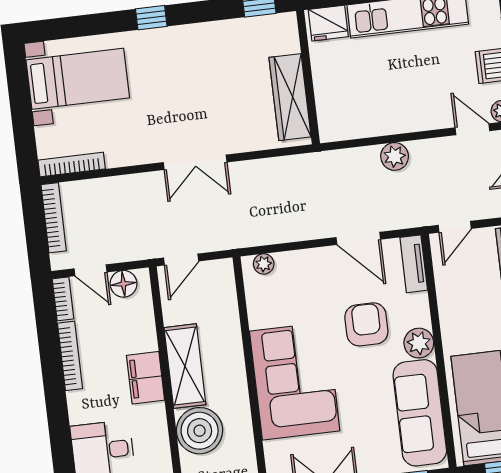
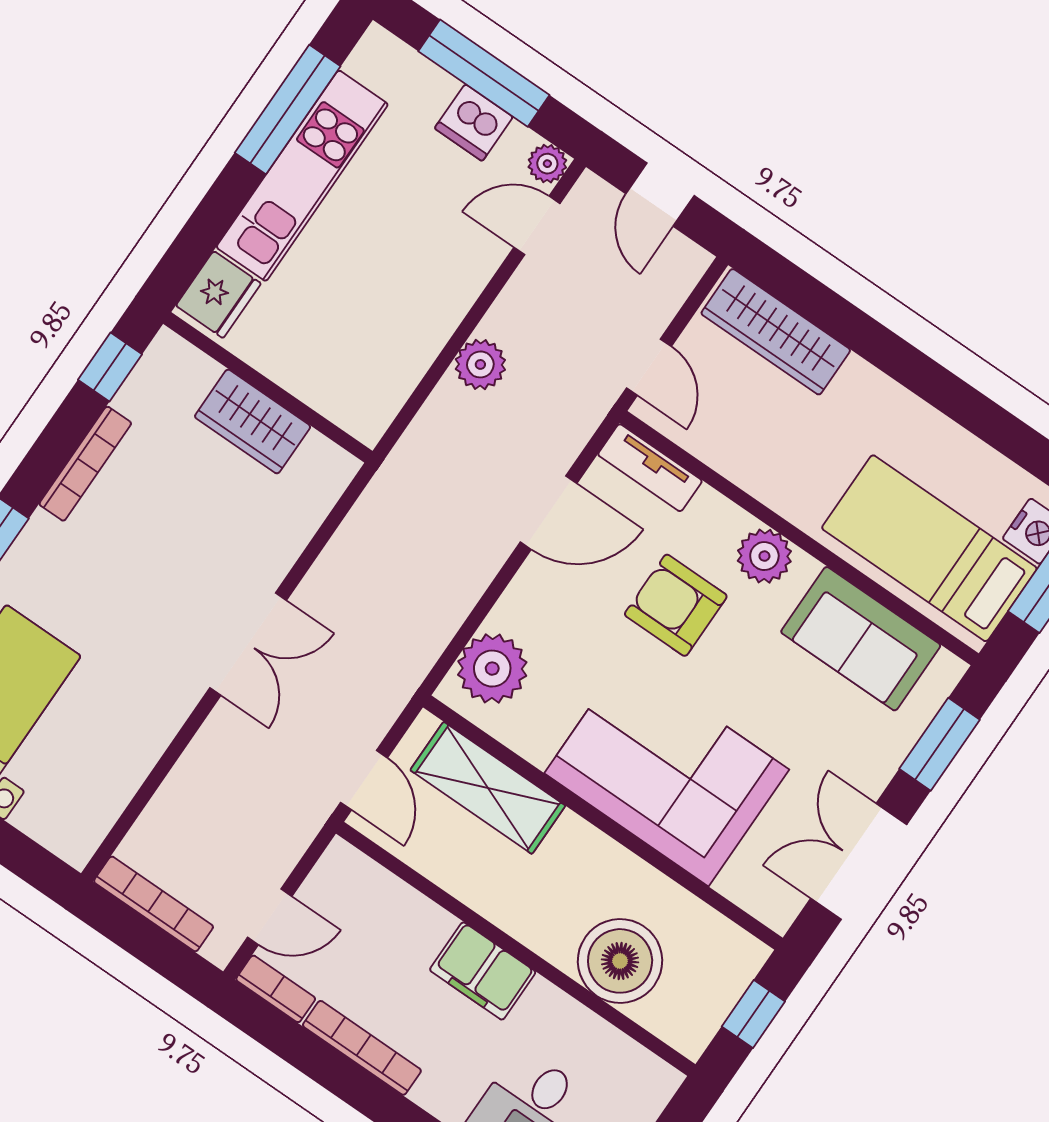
wardrobe: (290, 97) -> (253, 421), width x0.67
bookcase: (72, 165) -> (85, 464), moved, turned 180
plant: (264, 264) -> (492, 669), width x1.88, depth x1.88
floor lamp: (123, 284) -> (328, 888), removed
shelving: (185, 366) -> (488, 788), moved
sofa: (420, 413) -> (861, 639), width x0.73

